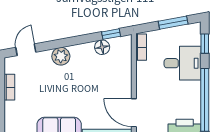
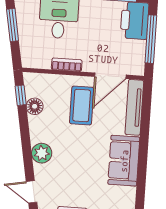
bookcase: (141, 47) -> (67, 65), moved
coffee table: (106, 89) -> (82, 106), added

